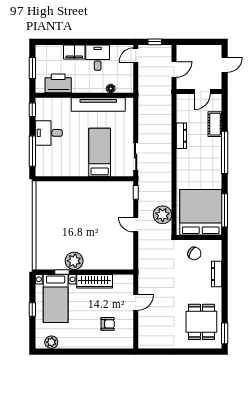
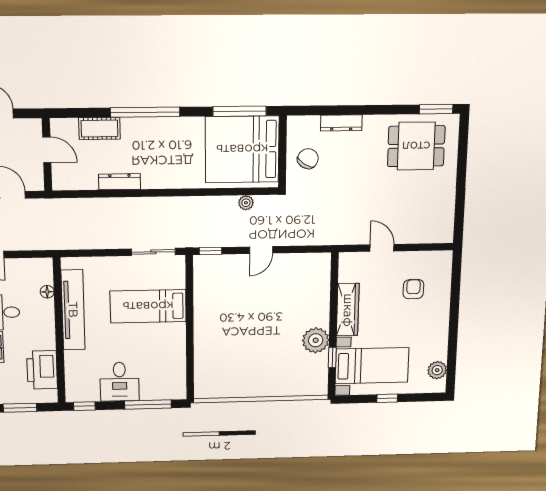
plant: (163, 215) -> (246, 203), width x0.53, depth x0.53

